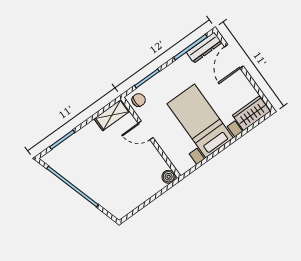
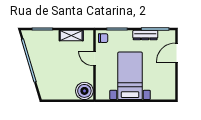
dresser: (204, 48) -> (145, 35), moved
wardrobe: (251, 113) -> (163, 93), removed
shelving: (112, 115) -> (71, 36), moved
boiler: (169, 177) -> (84, 91), width x1.86, depth x1.86

